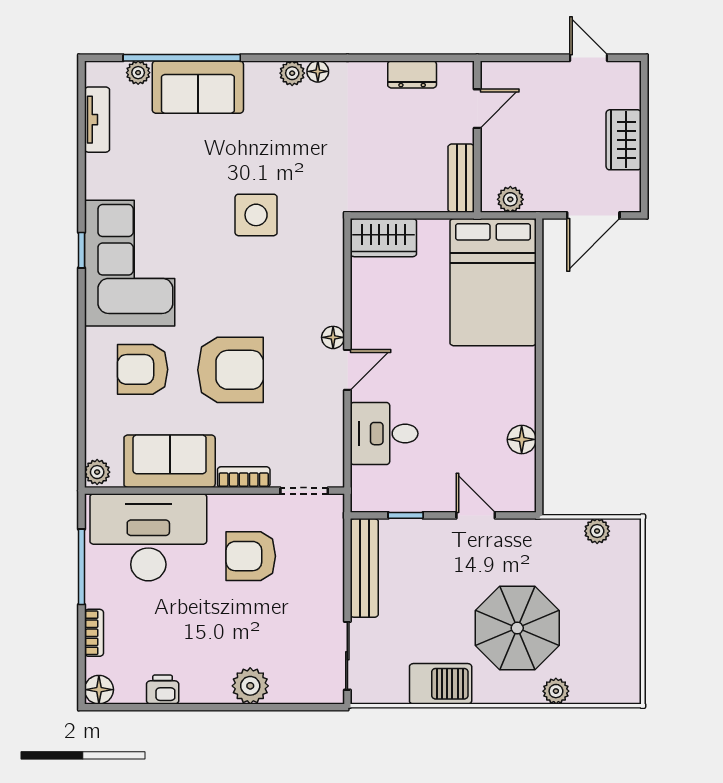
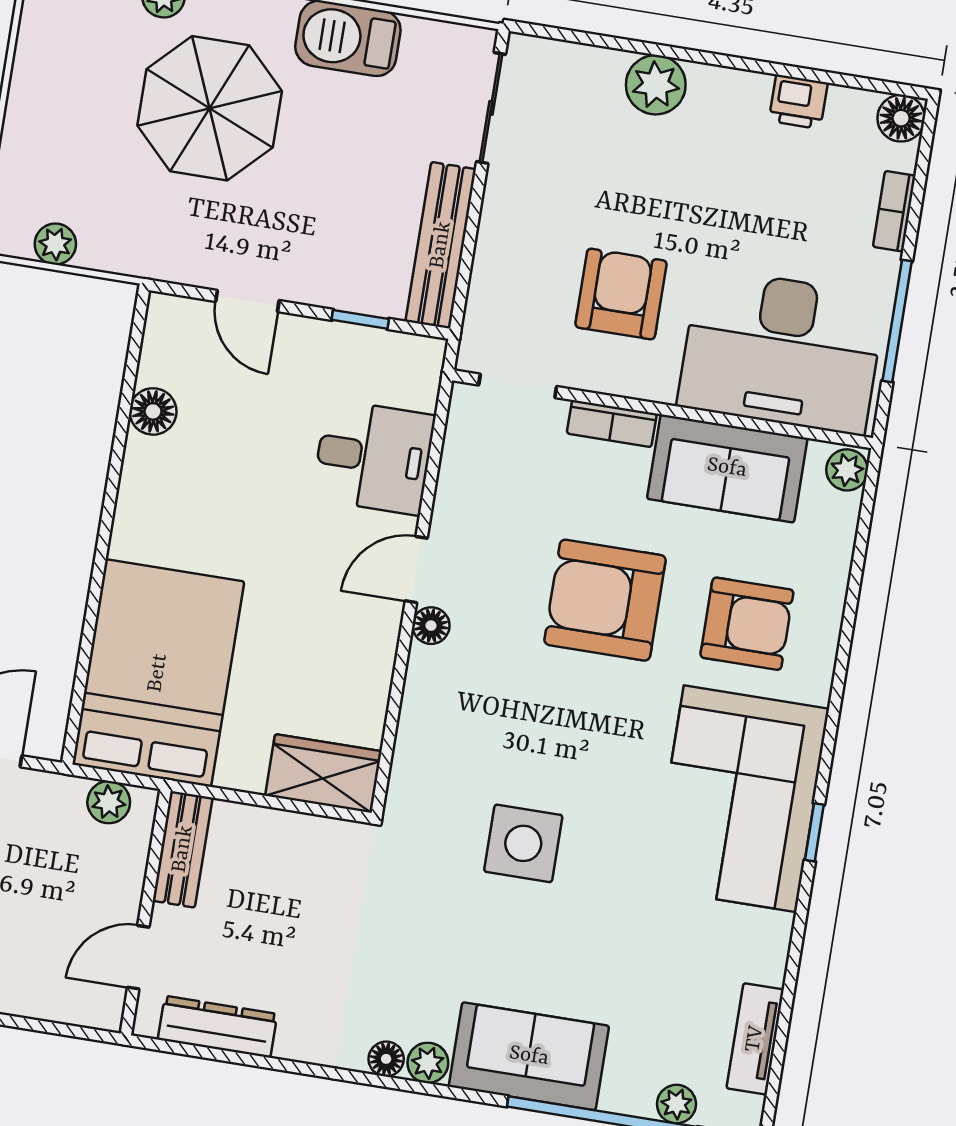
dresser: (412, 74) -> (218, 1027), width x1.44
sofa: (198, 87) -> (529, 1056), moved
armchair: (251, 556) -> (621, 294), turned -90

